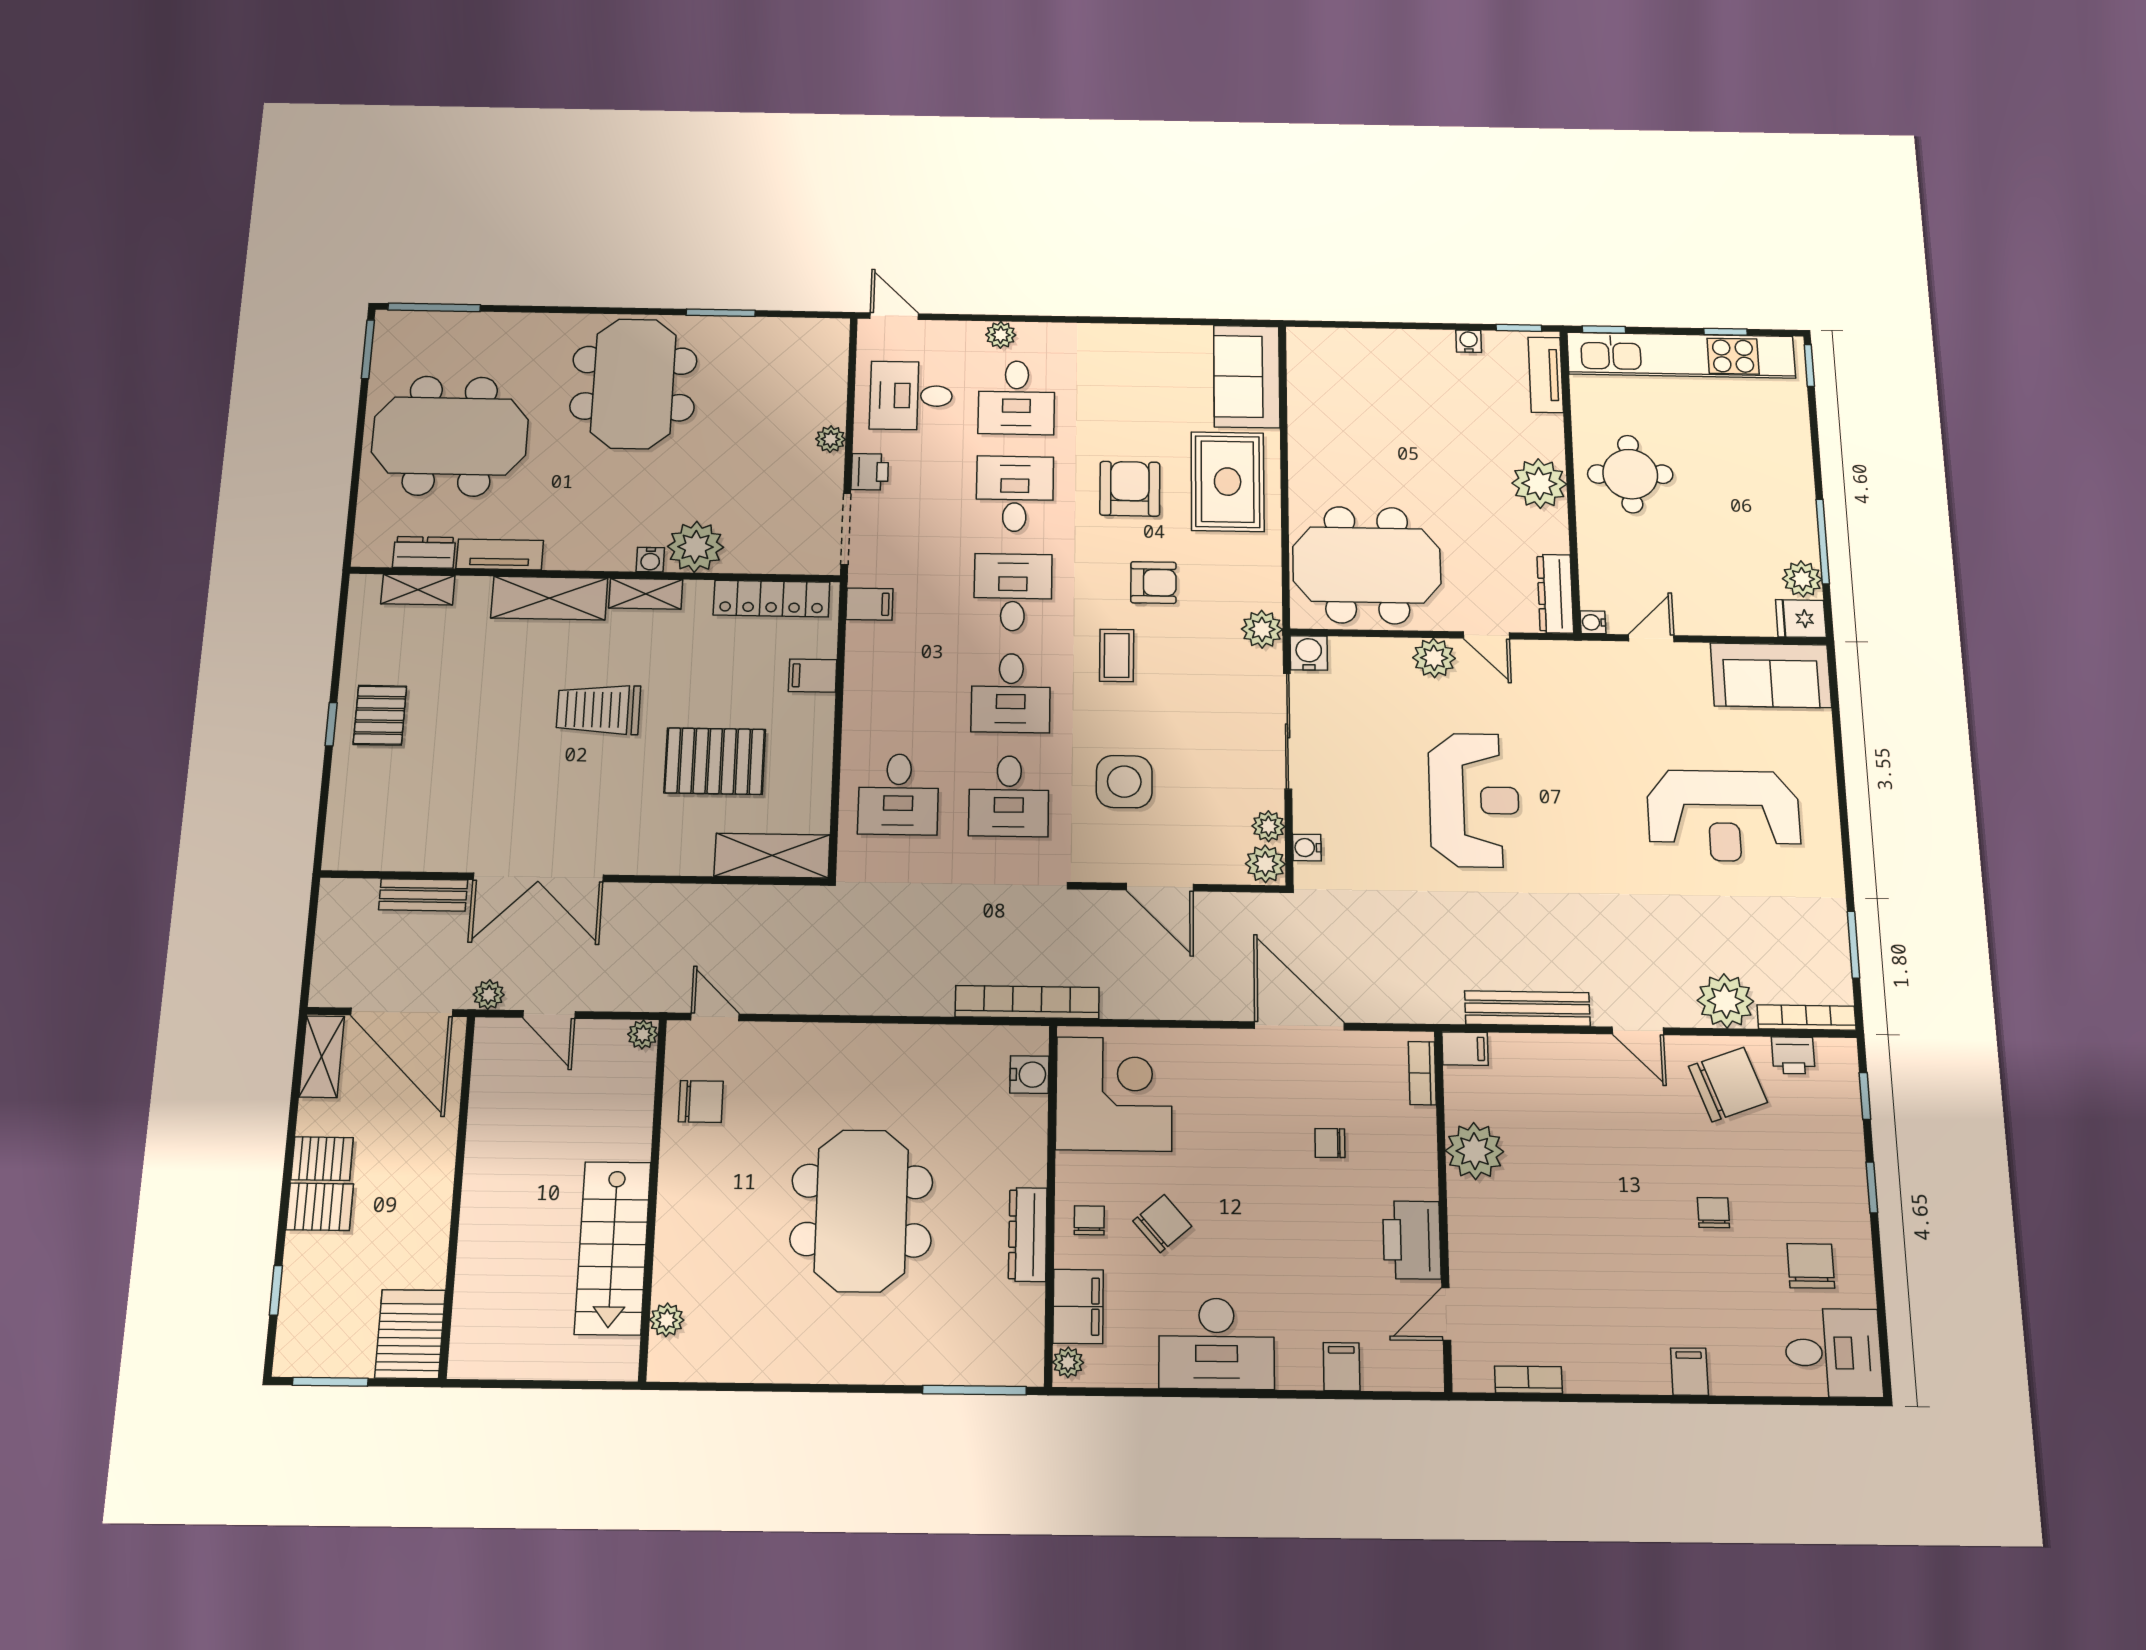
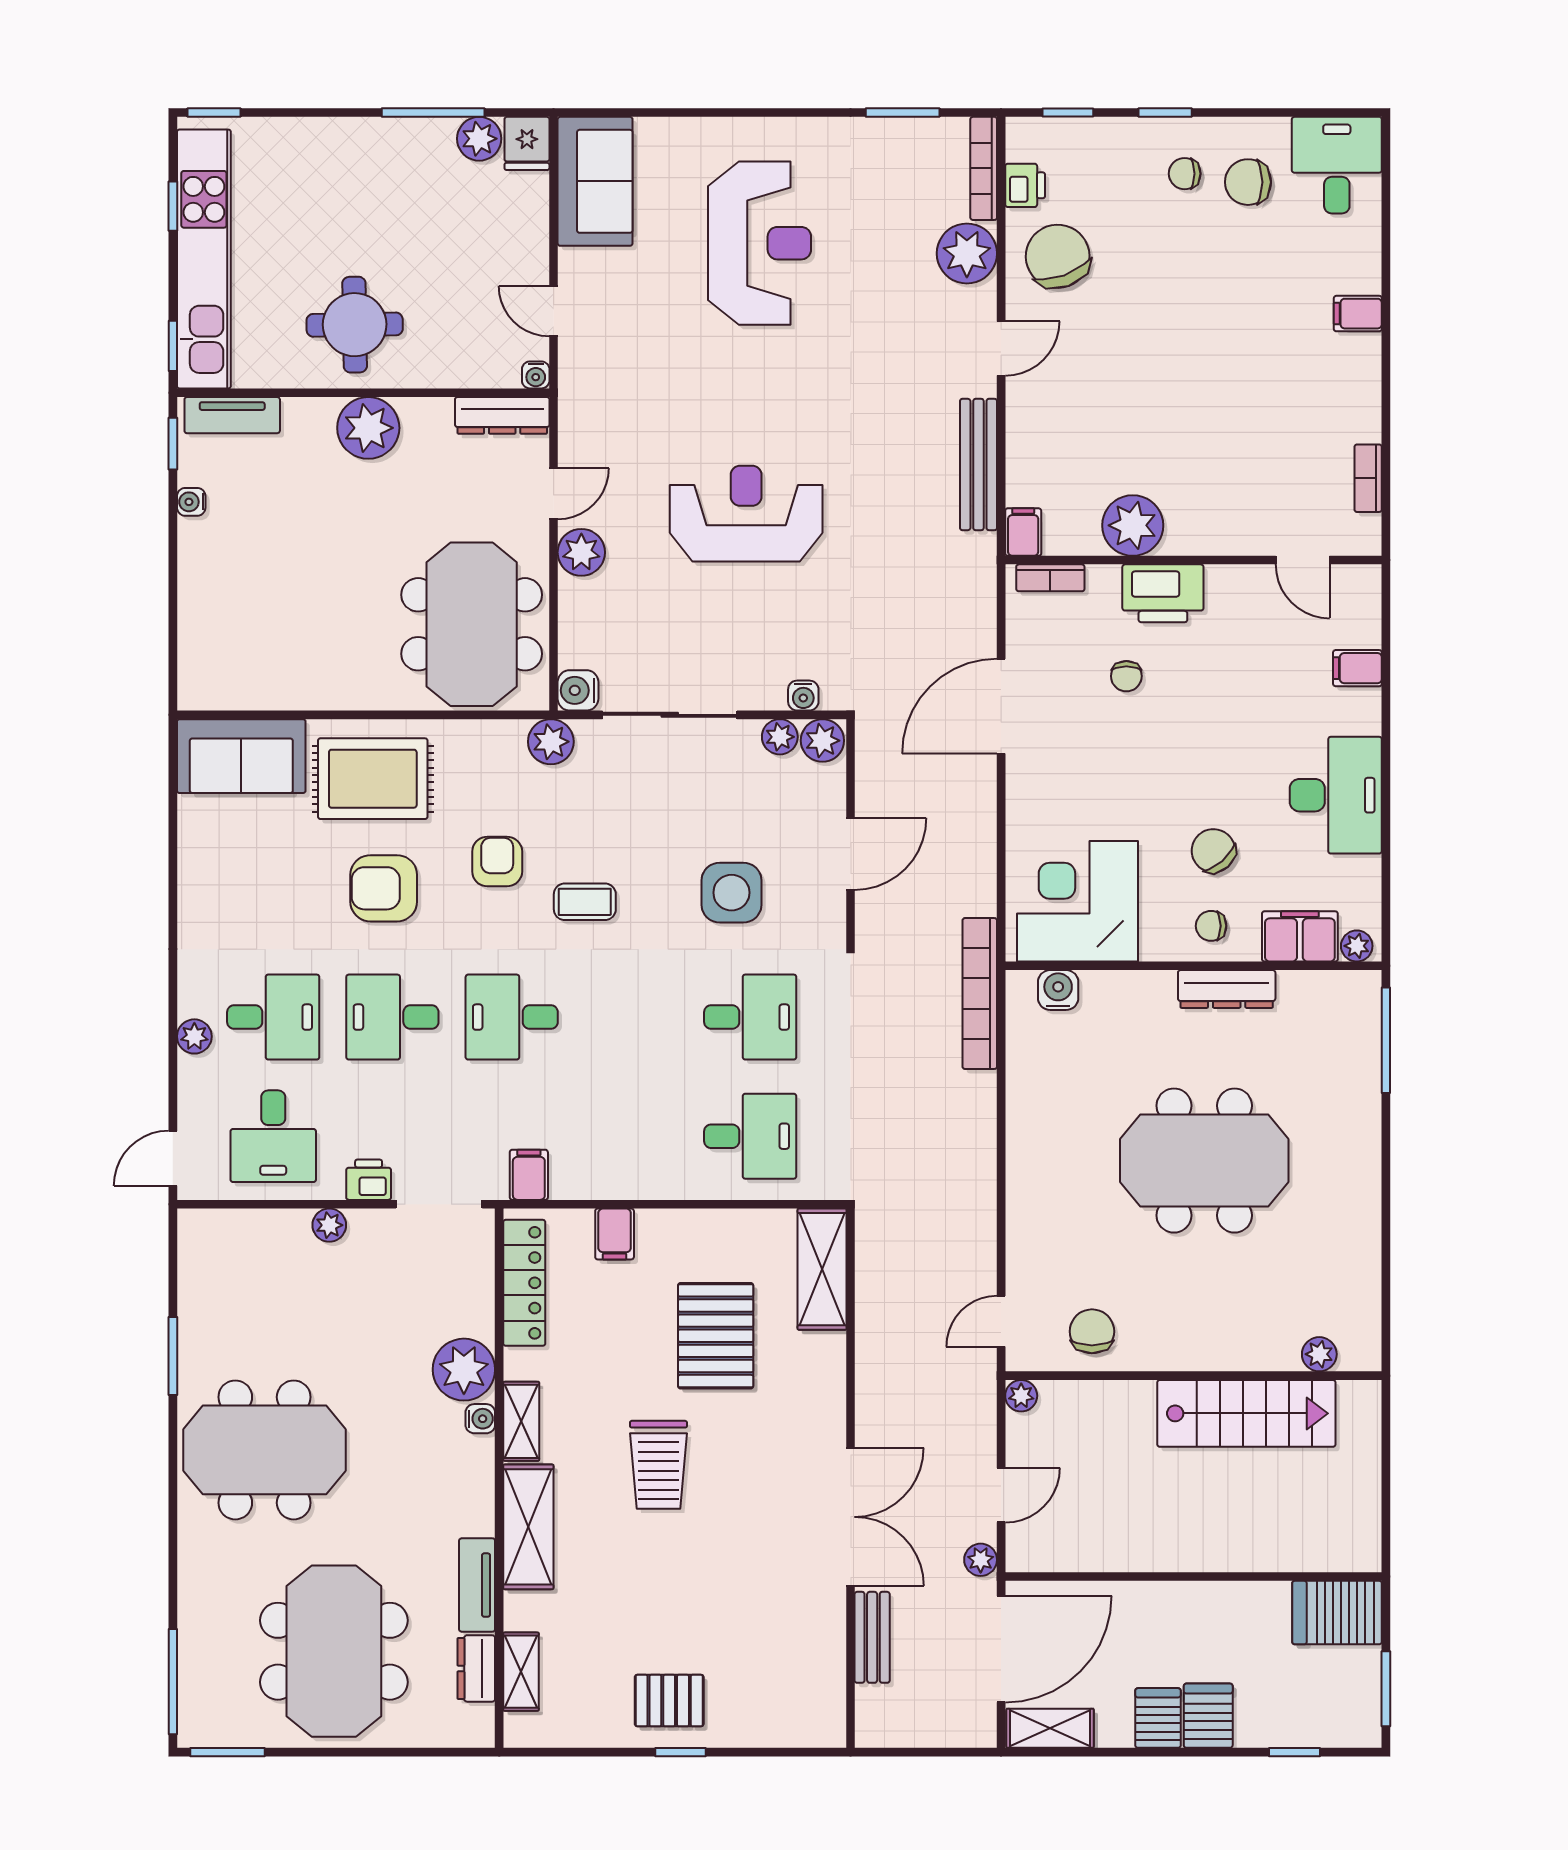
desk: (1011, 693) -> (631, 1017), removed
chair: (1713, 1213) -> (1185, 174), moved
printer: (1412, 1240) -> (1163, 593), moved

